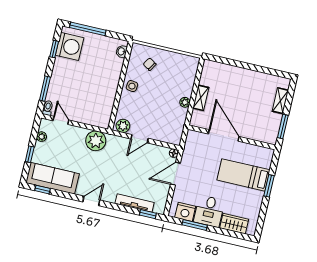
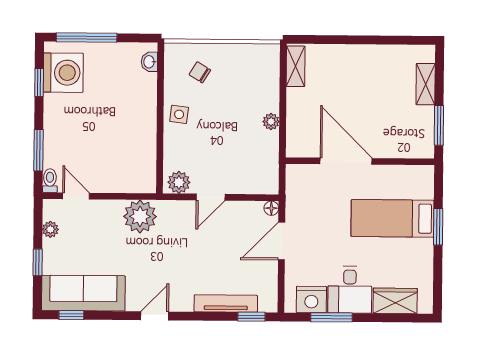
shelving: (201, 98) -> (296, 66), moved

